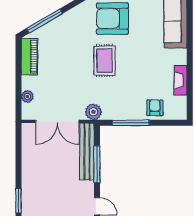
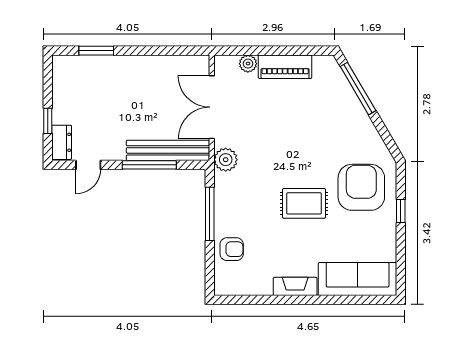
piano: (29, 57) -> (285, 67), moved
rug: (104, 60) -> (304, 203), moved
fireplace: (181, 80) -> (295, 286), moved

